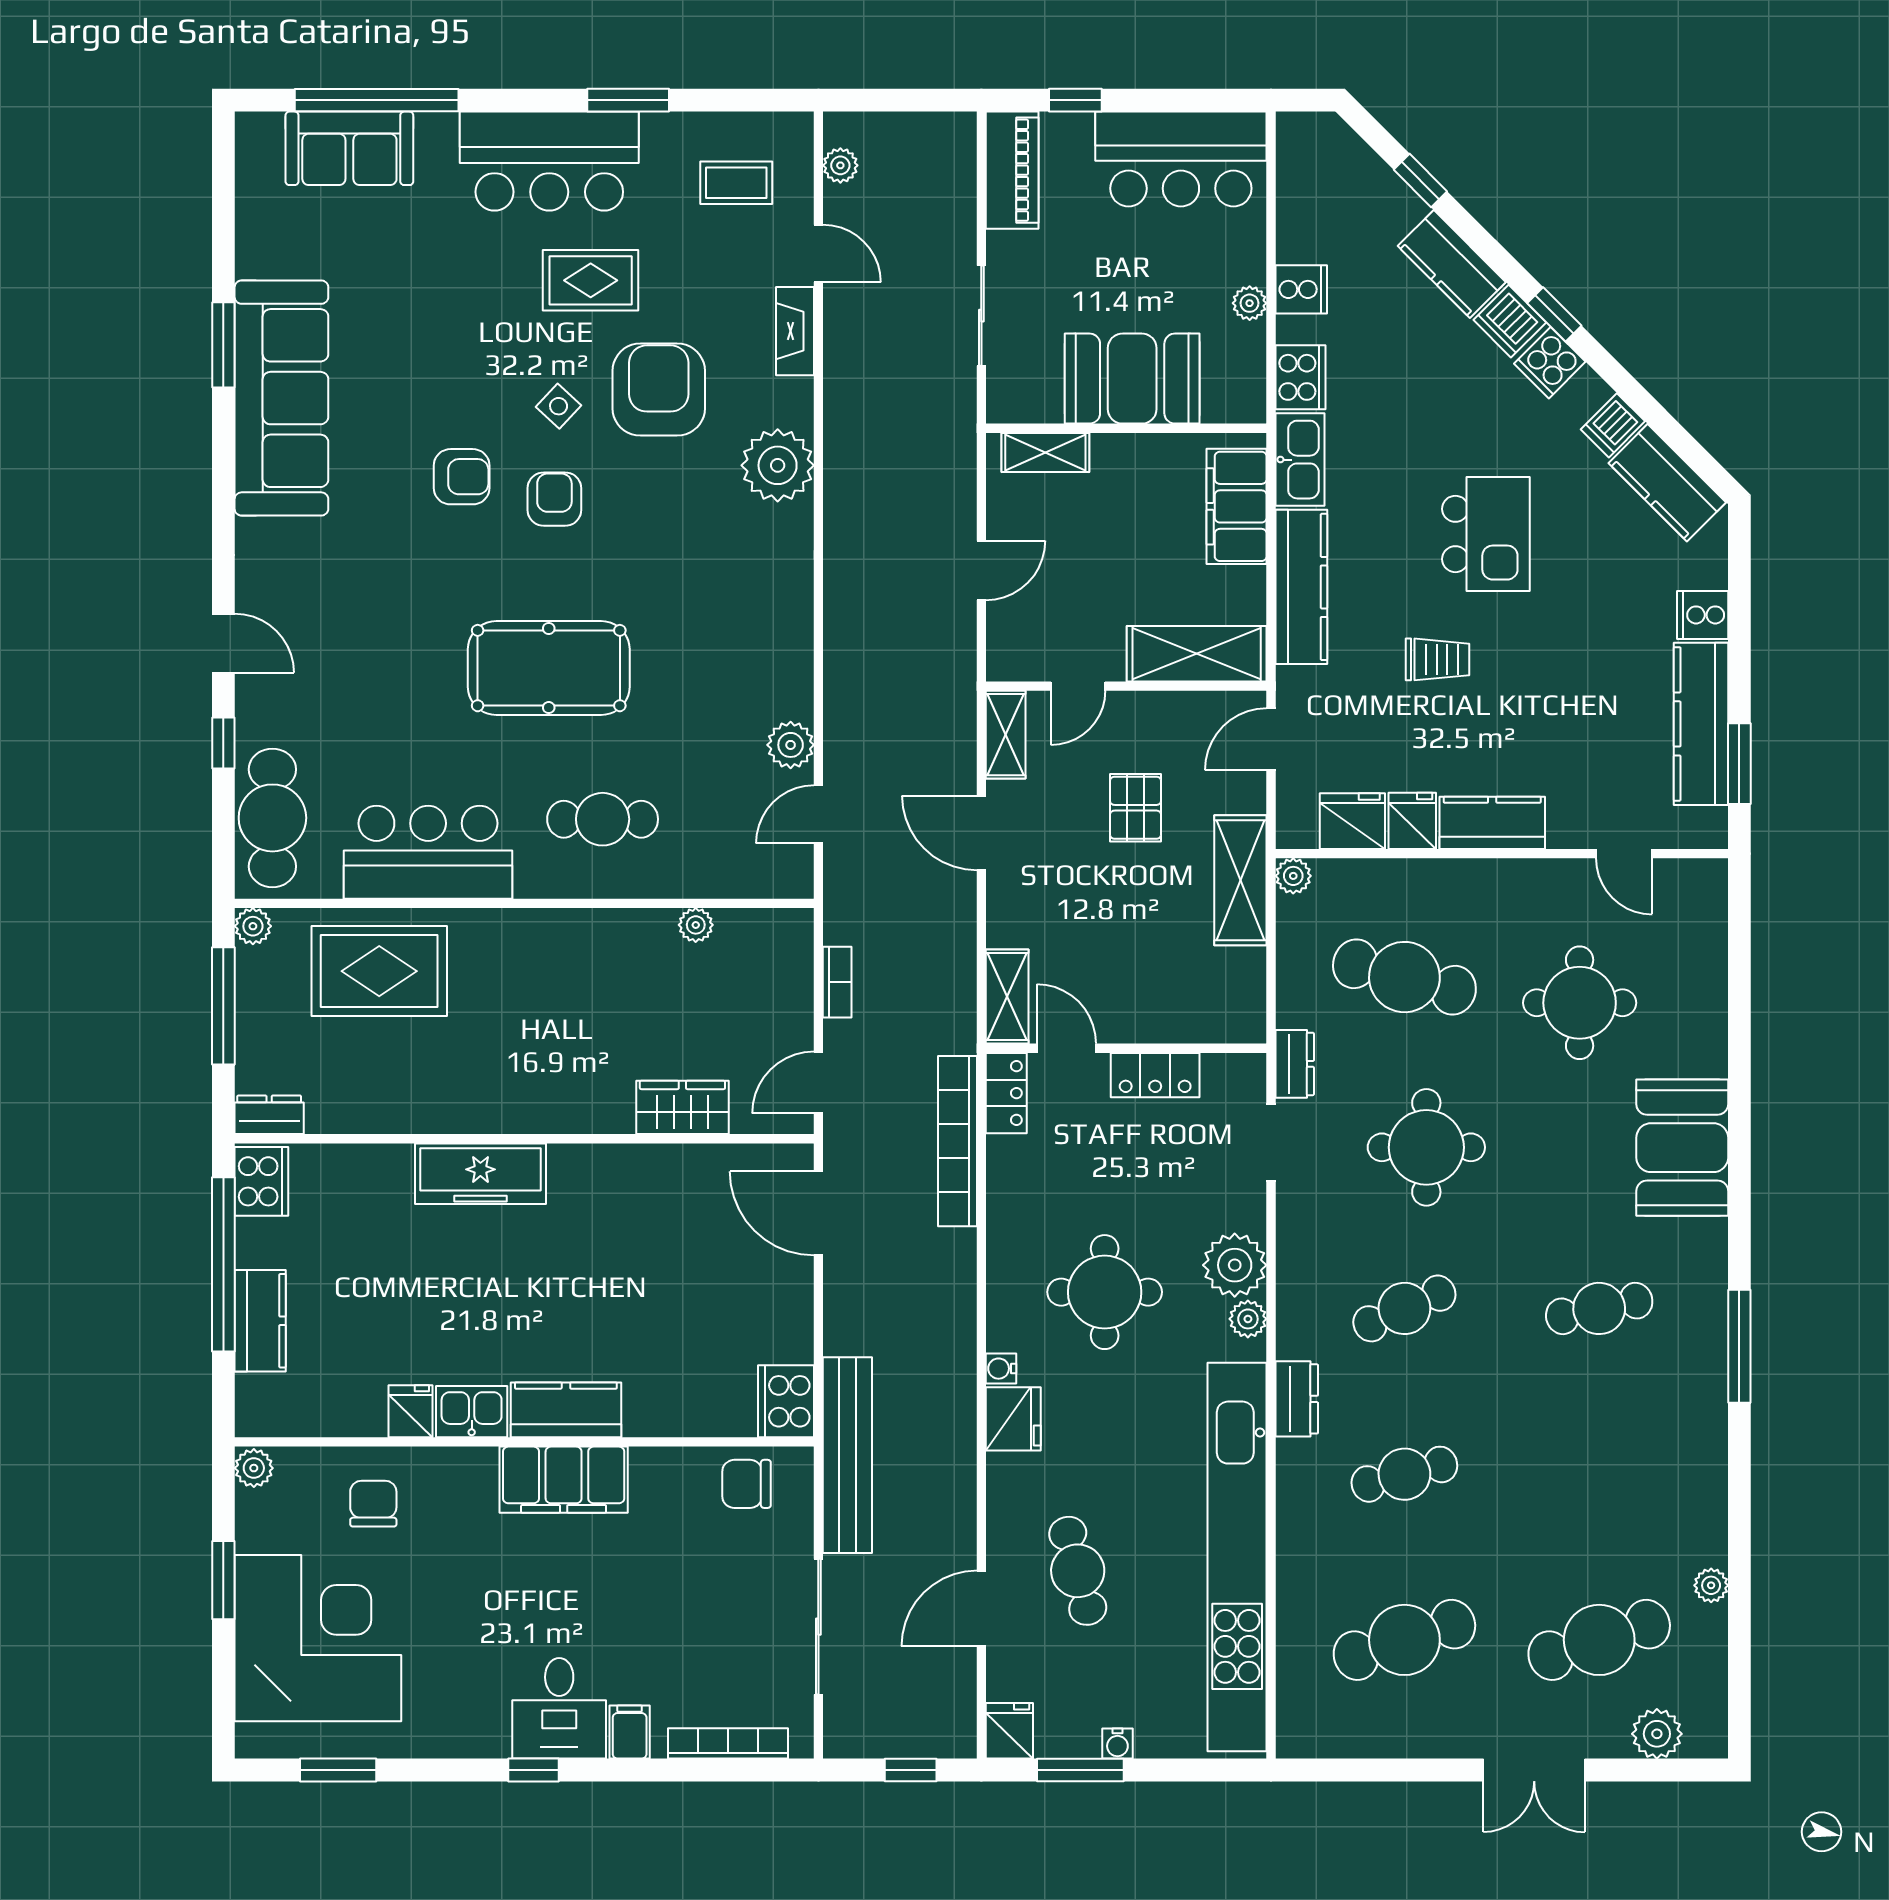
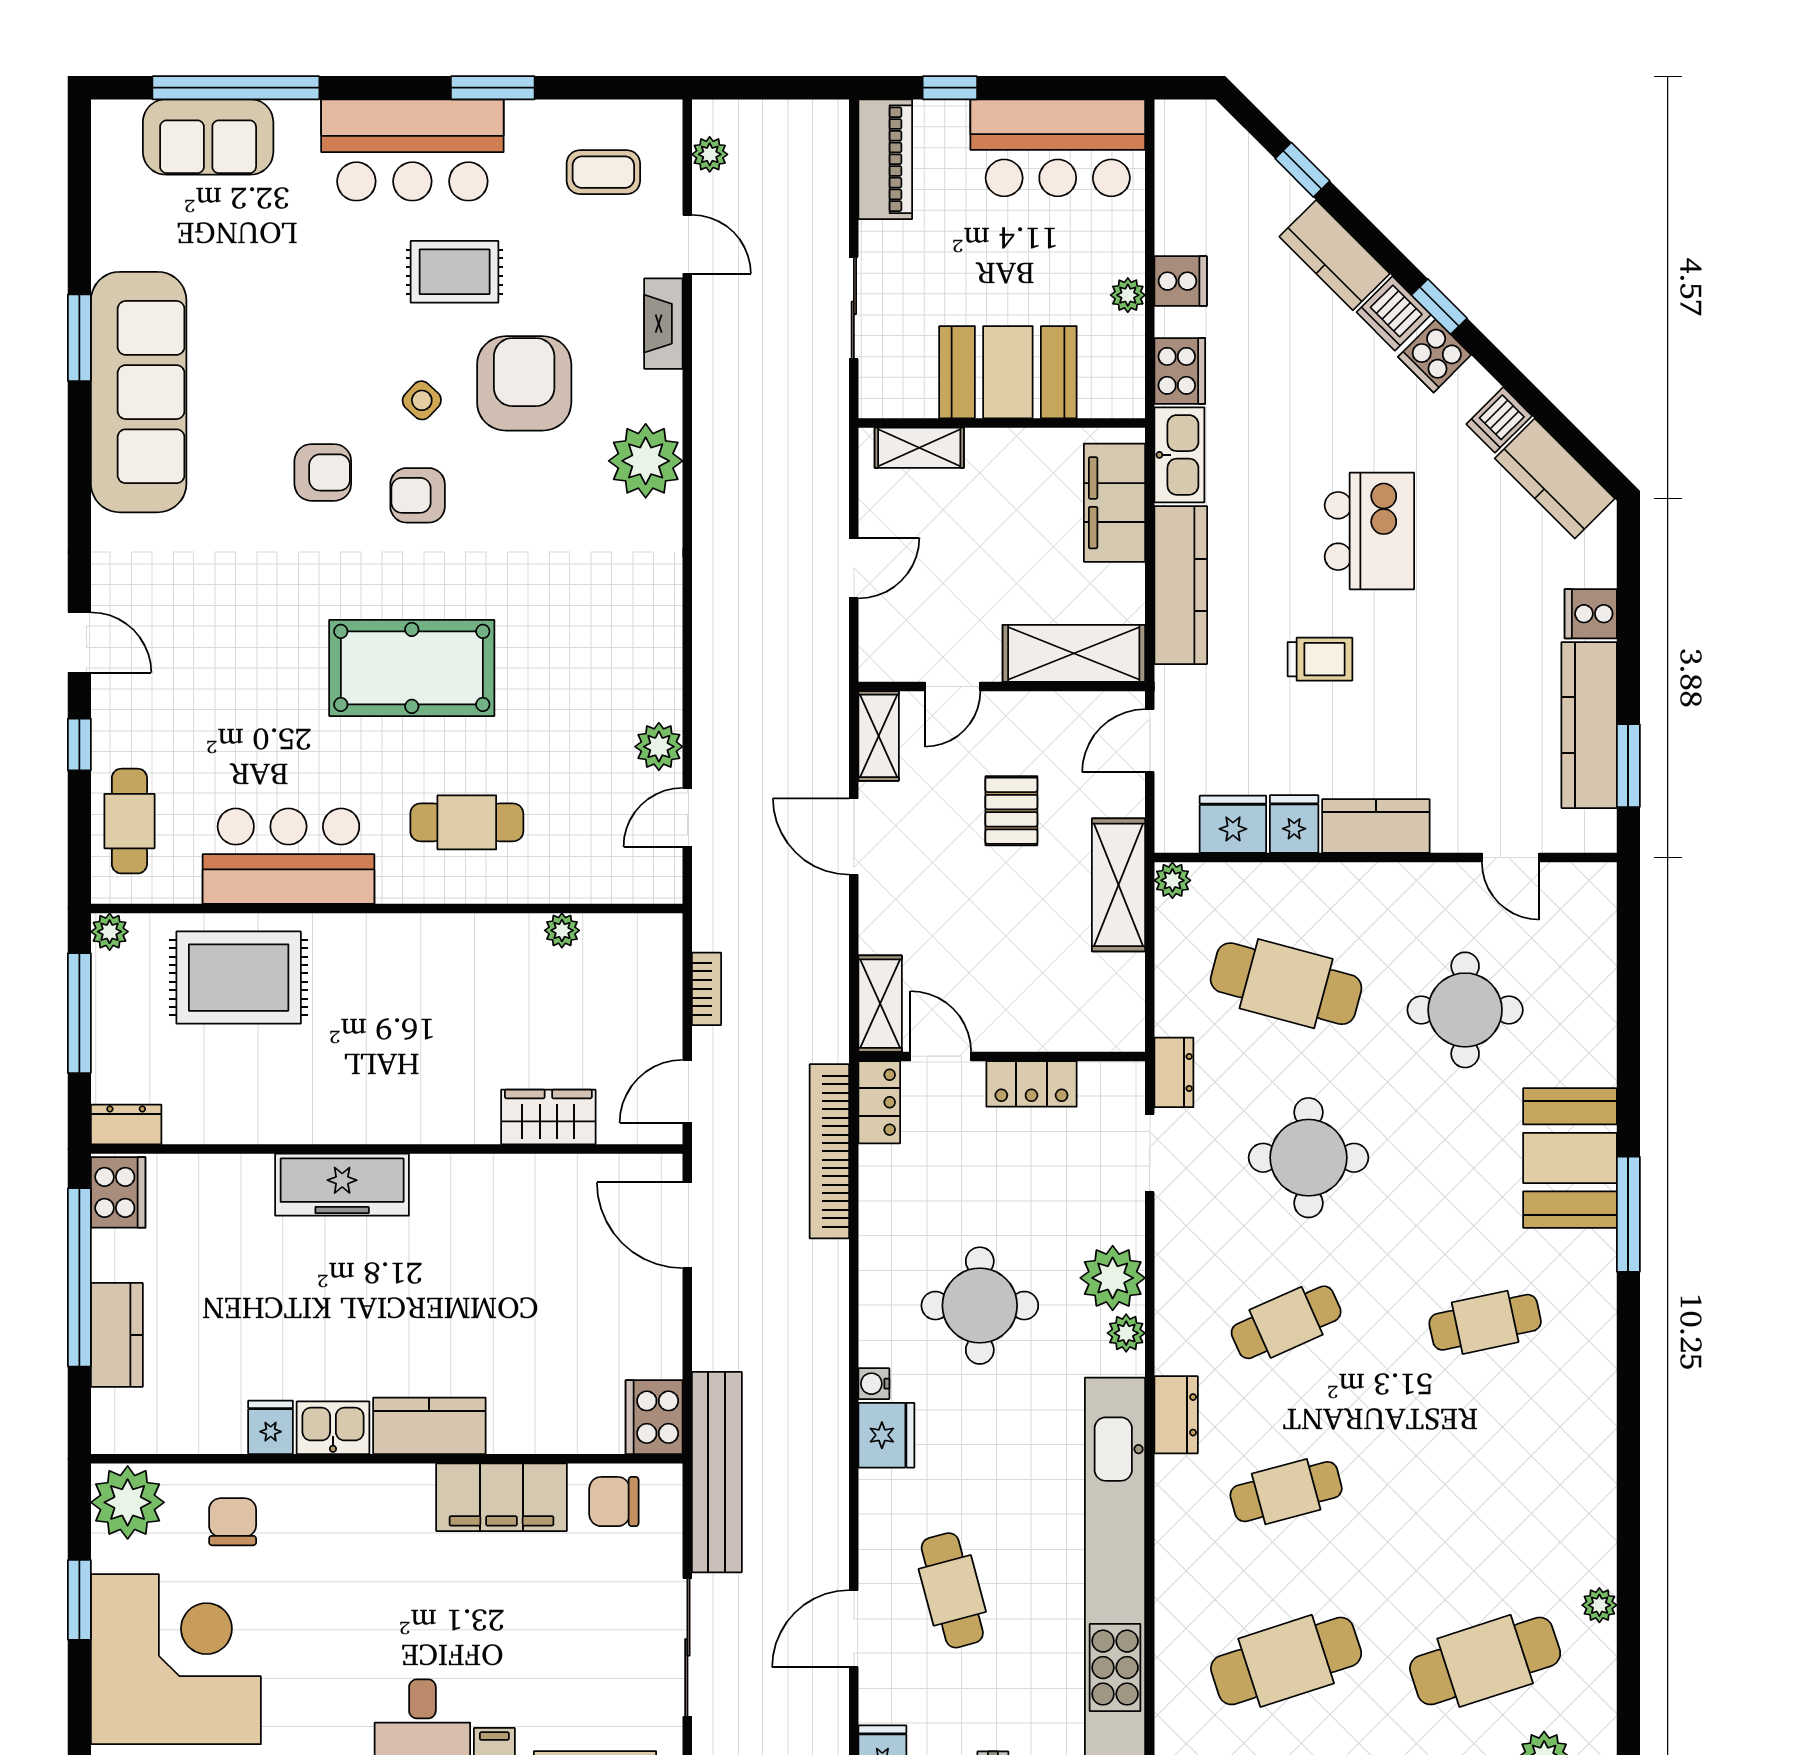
armchair: (554, 499) -> (418, 495), turned -90
cafe table: (272, 818) -> (129, 821), width x0.73, depth x0.74
window: (1739, 1346) -> (1628, 1214), moved
plant: (254, 1468) -> (128, 1502), width x1.88, depth x1.88
filing cabinet: (564, 1480) -> (502, 1497), moved

